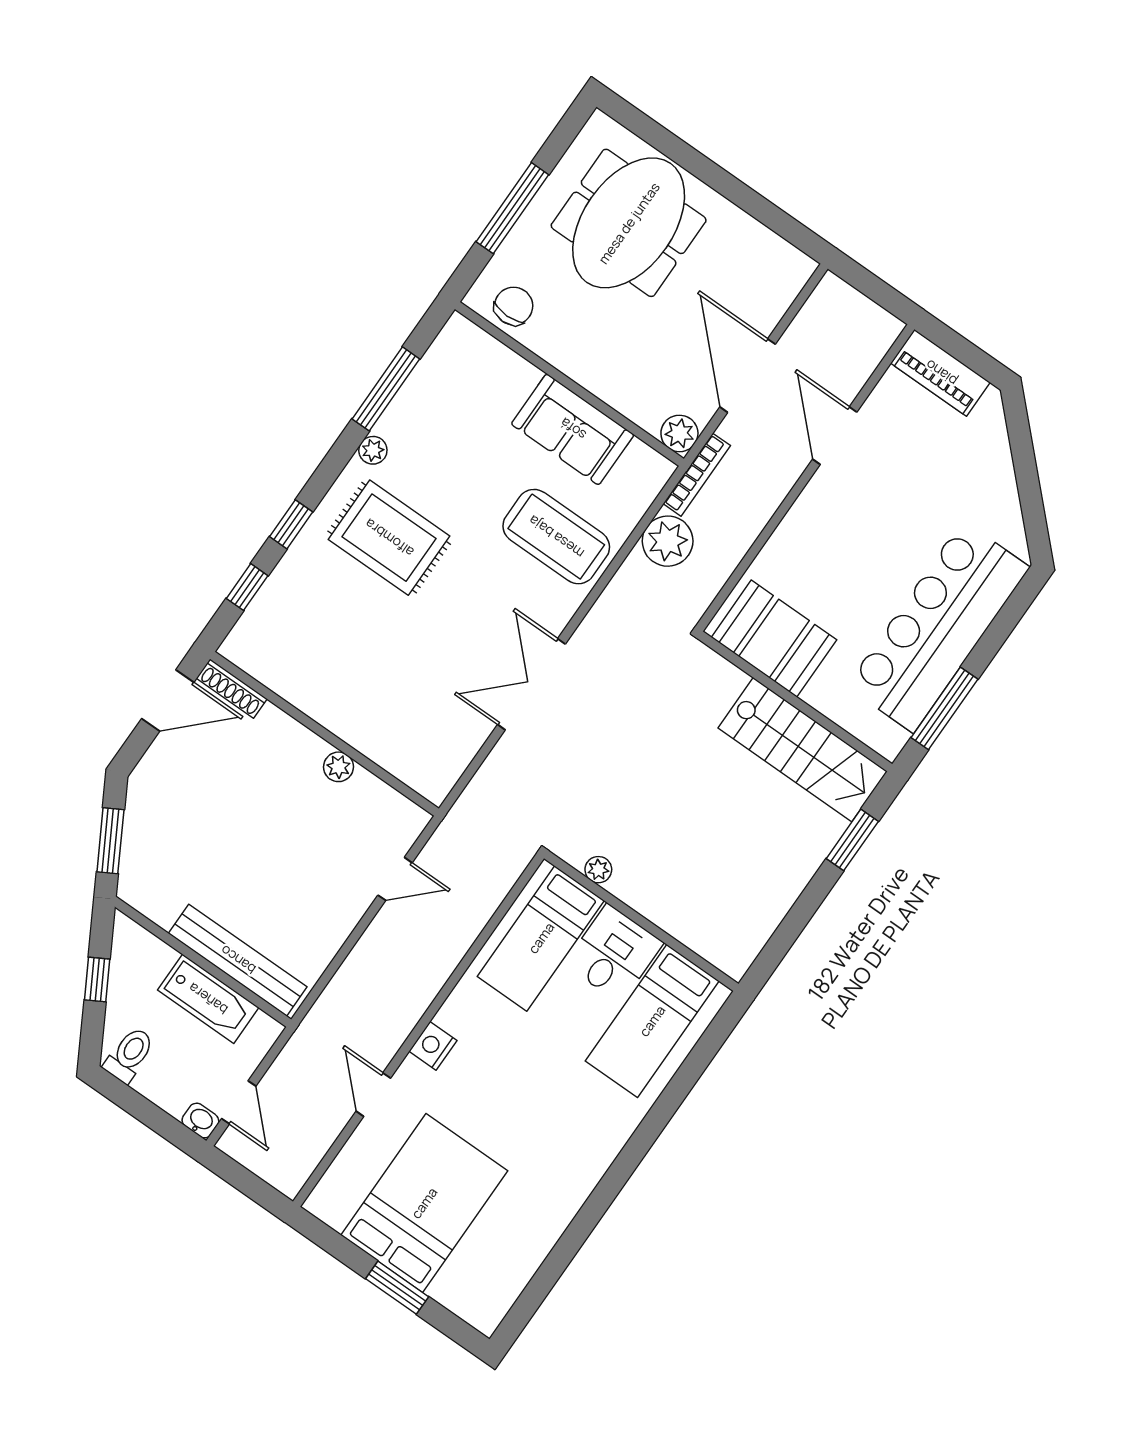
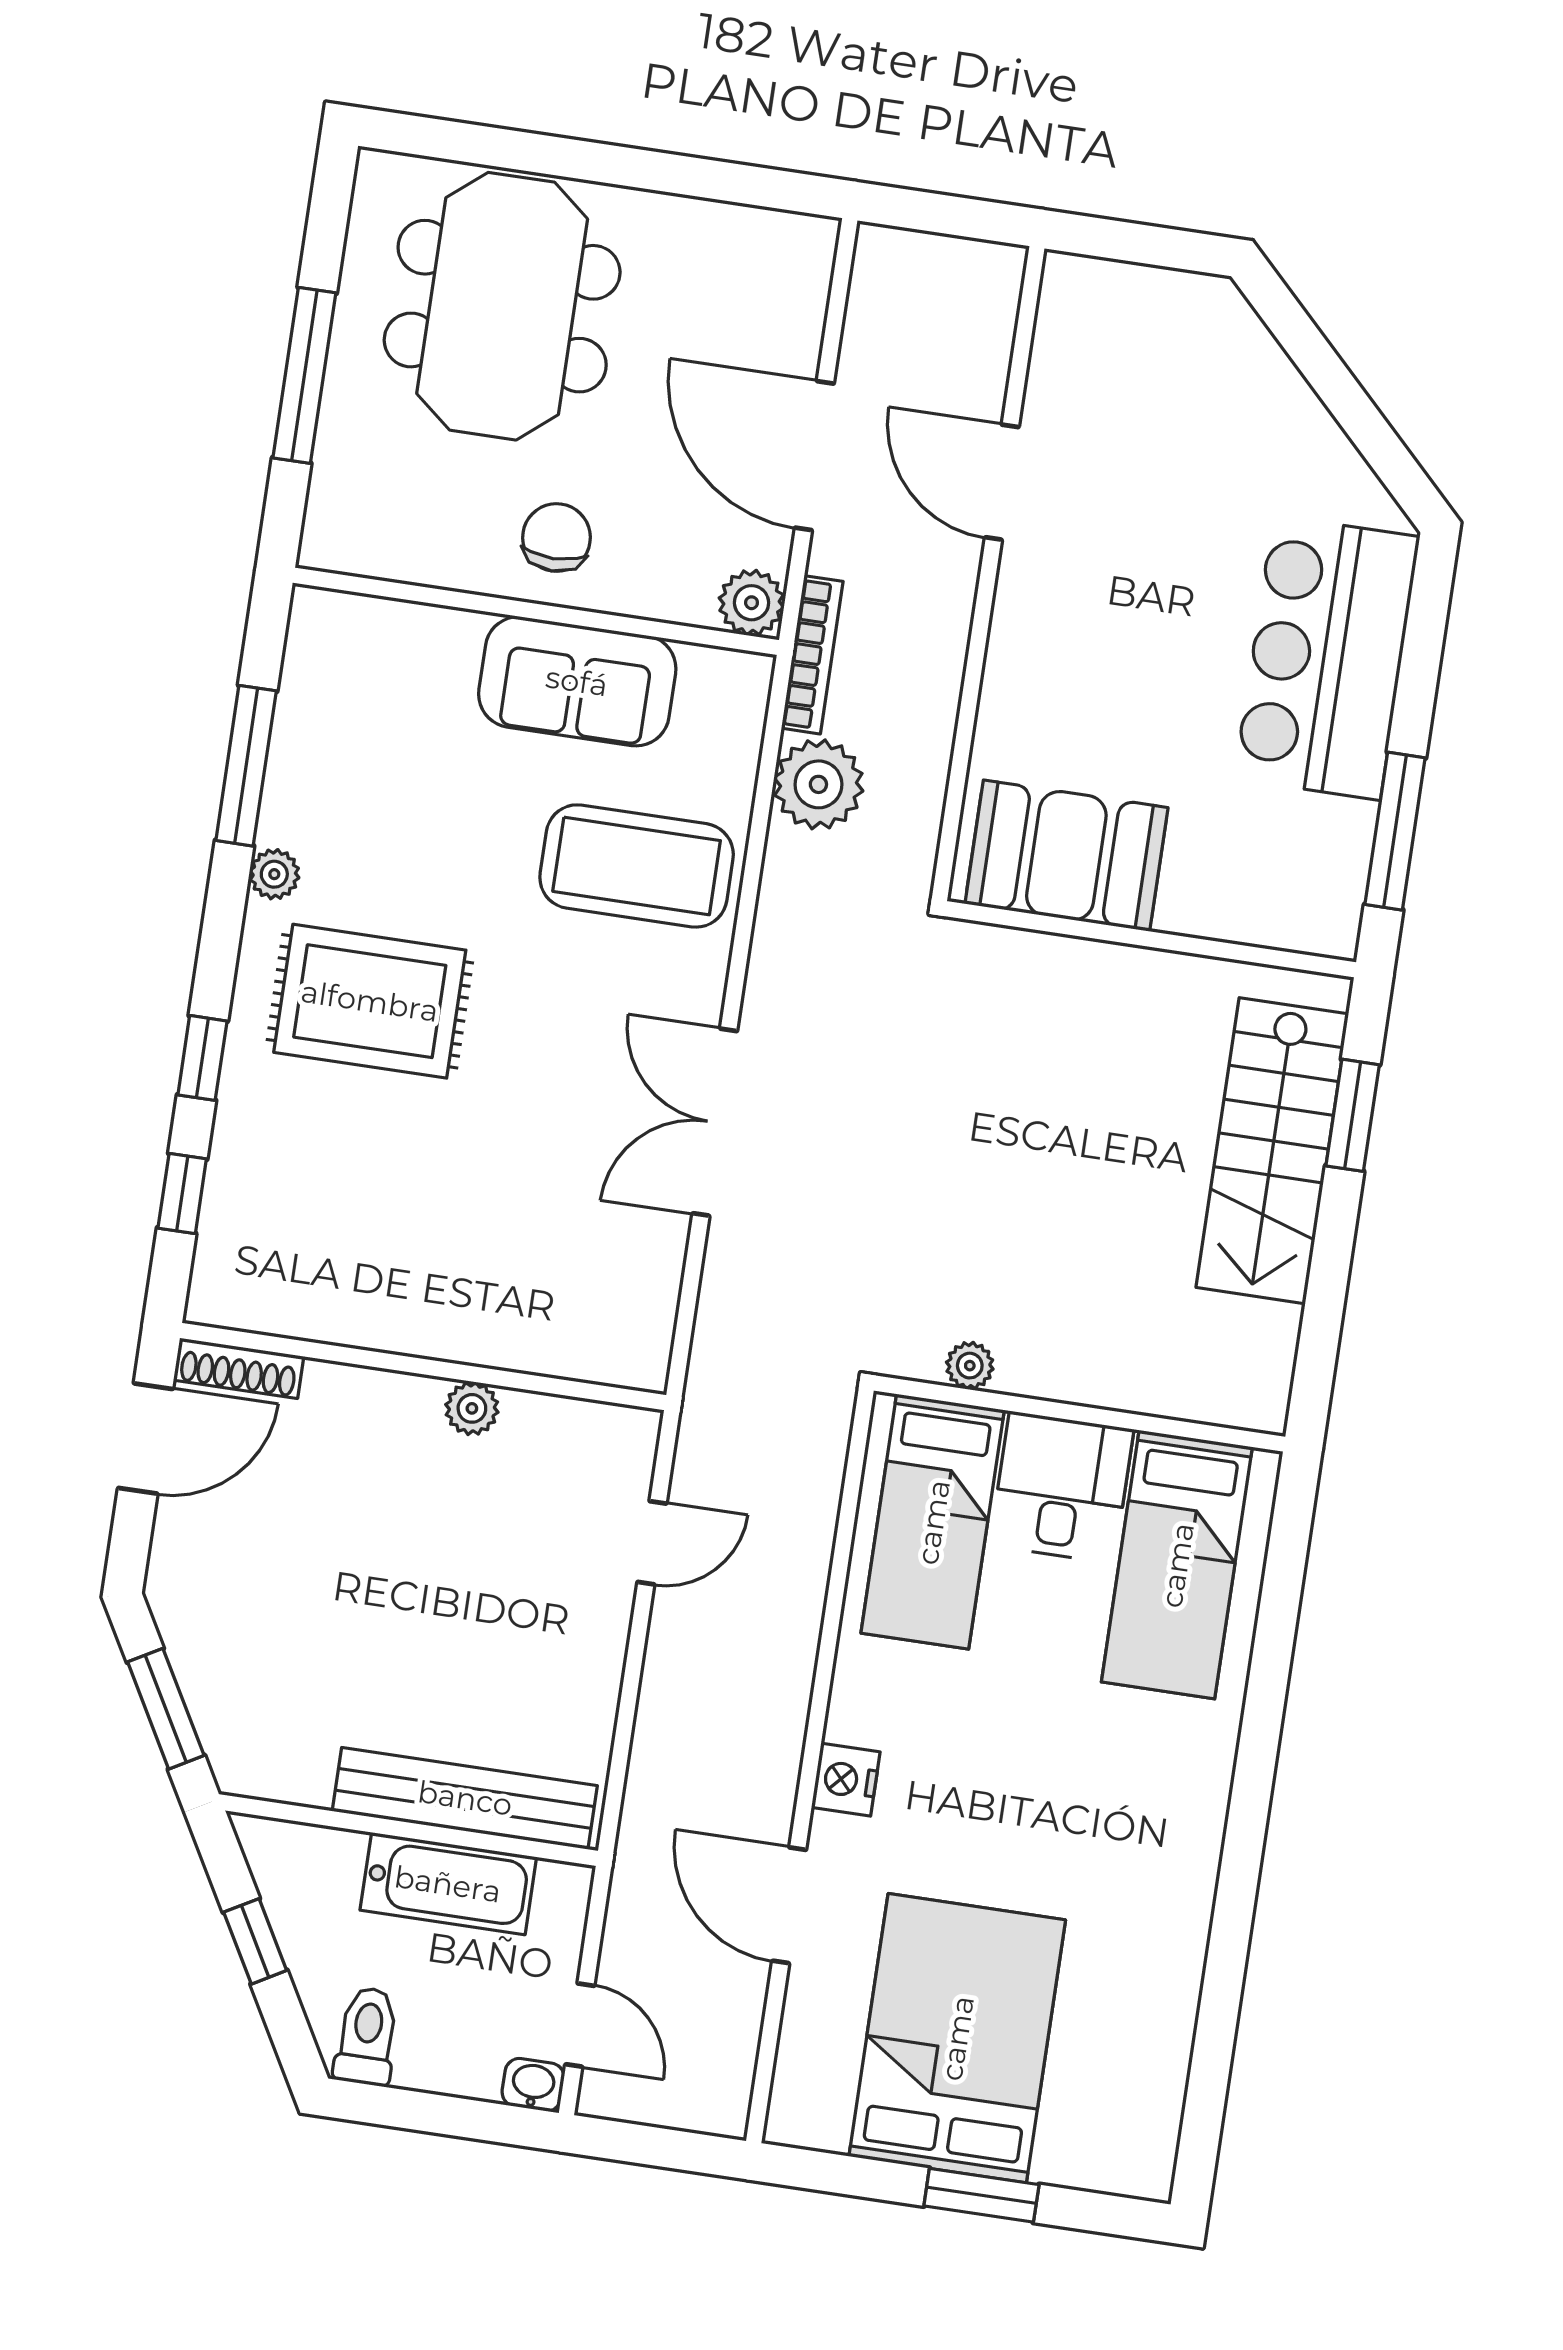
chair: (514, 306) -> (556, 537), moved
piano: (941, 373) -> (1121, 297), removed
bar counter: (938, 627) -> (1327, 658), width x0.73
stairs: (803, 750) -> (1272, 1151), moved, turned 90
door: (373, 1095) -> (789, 1905), width x1.38

